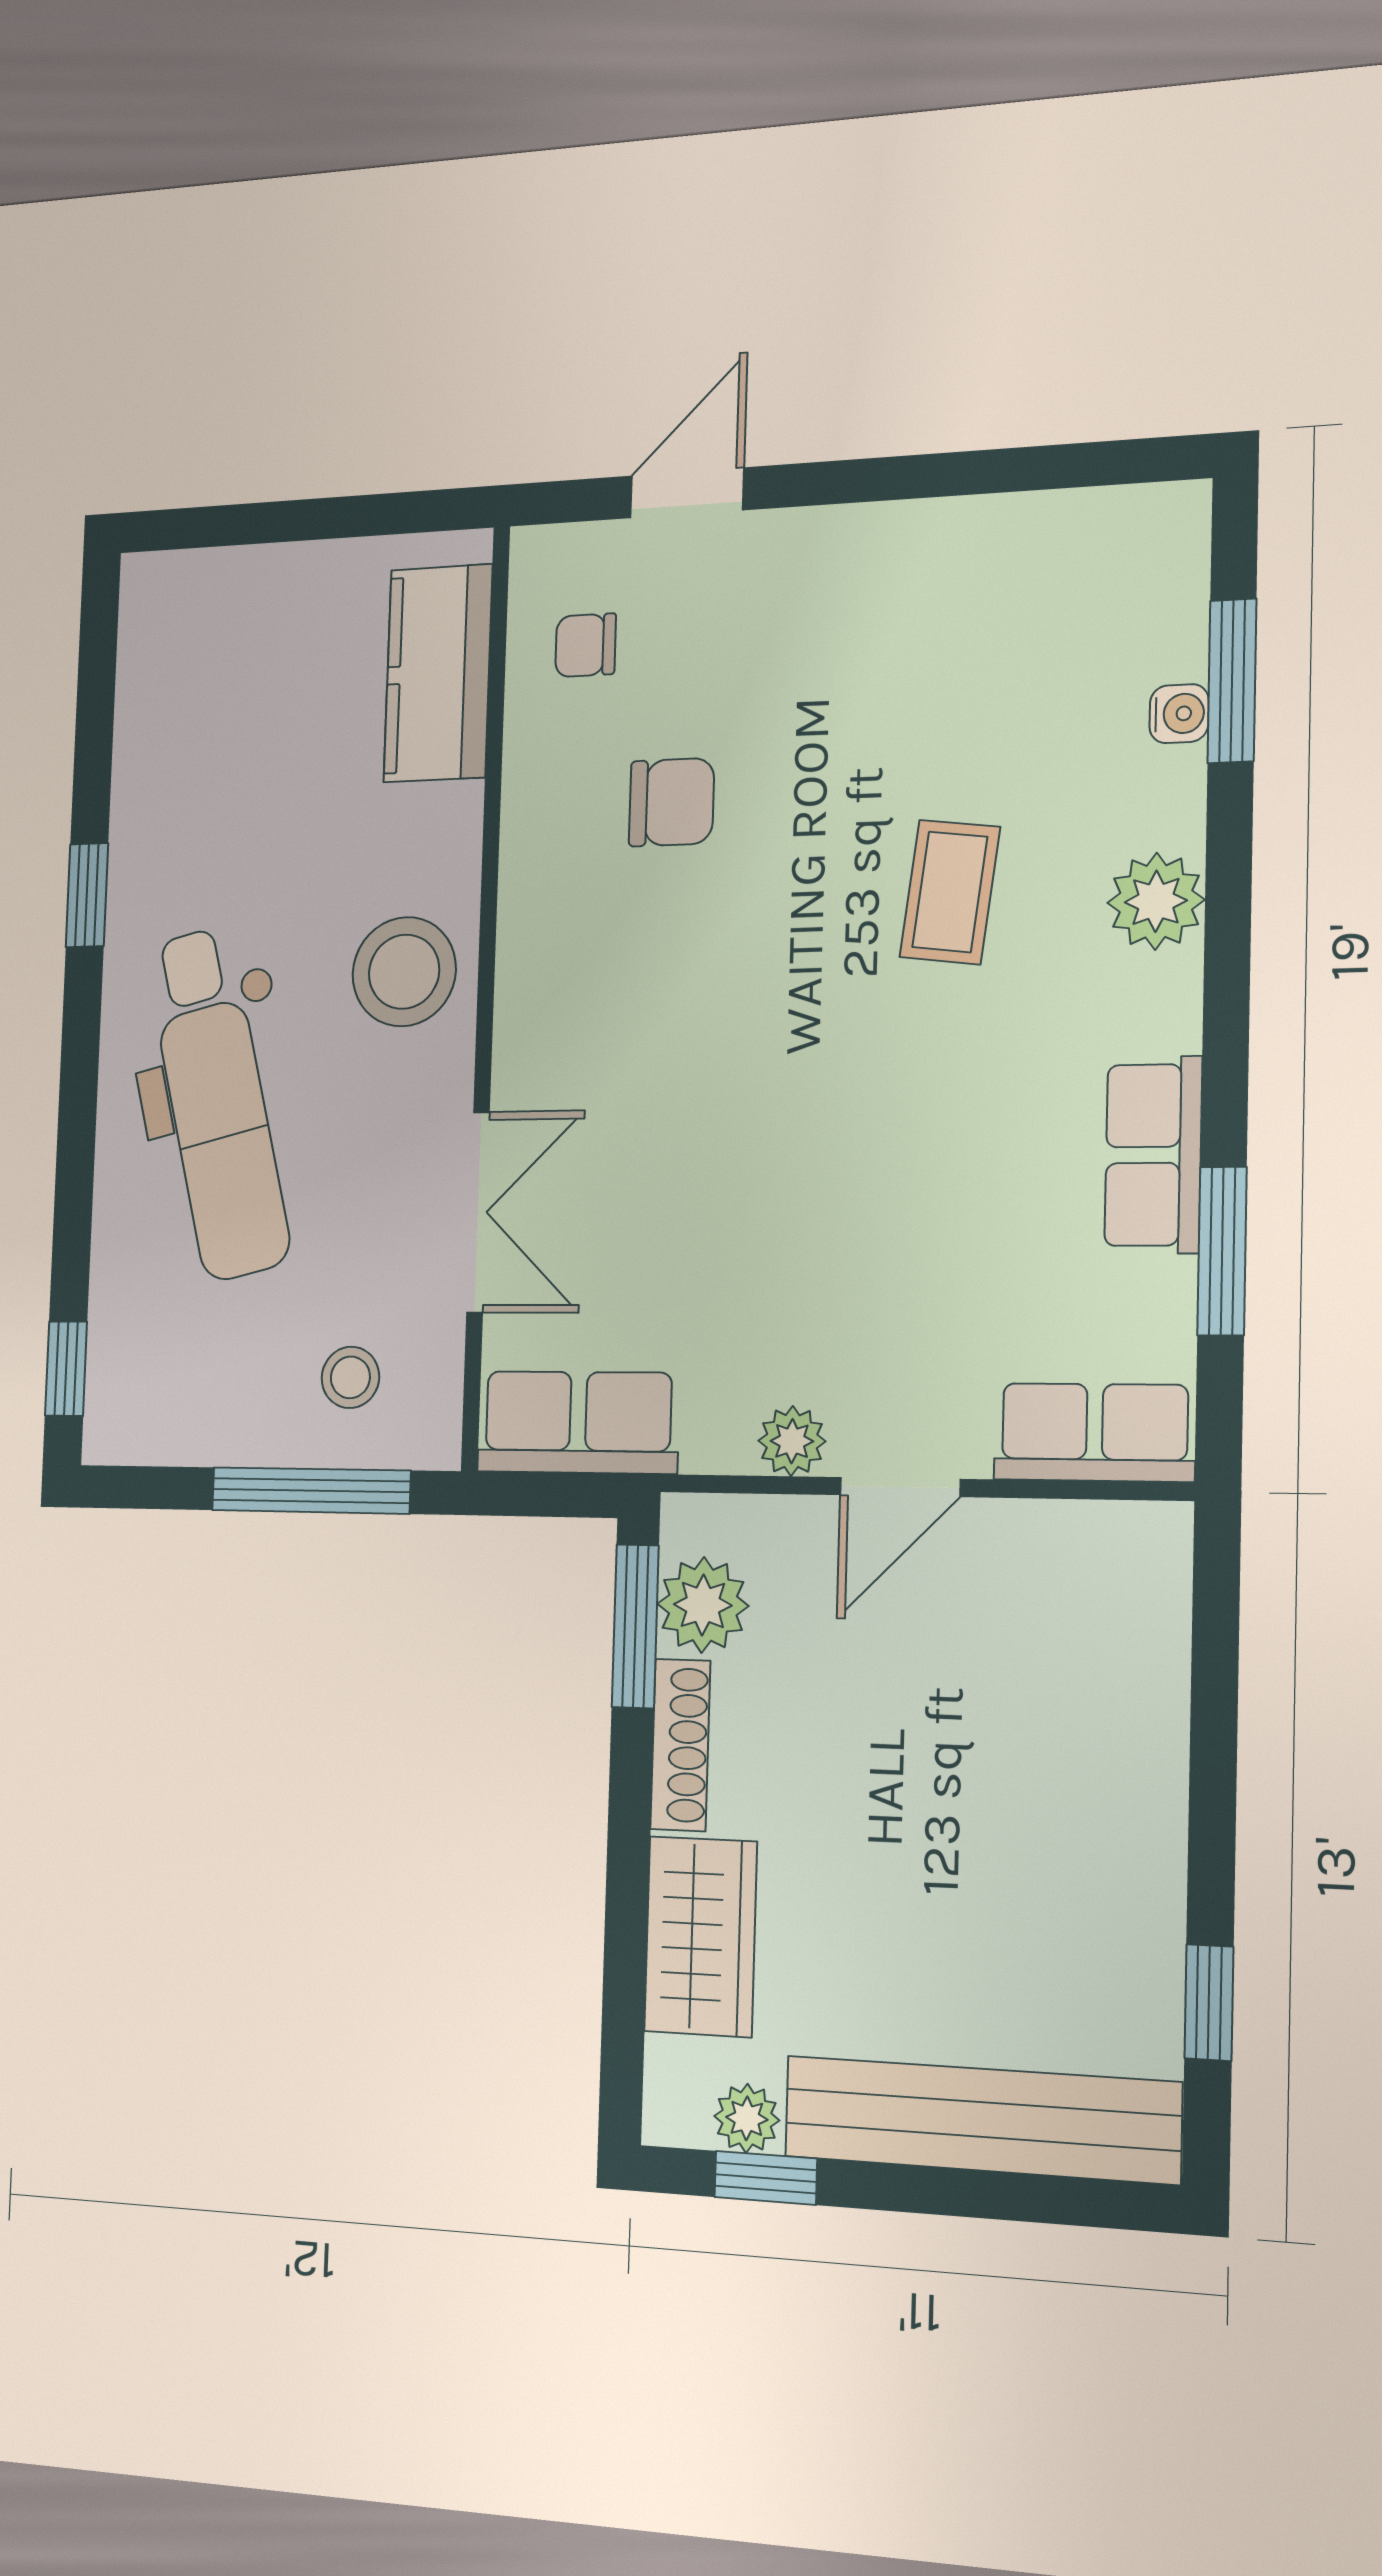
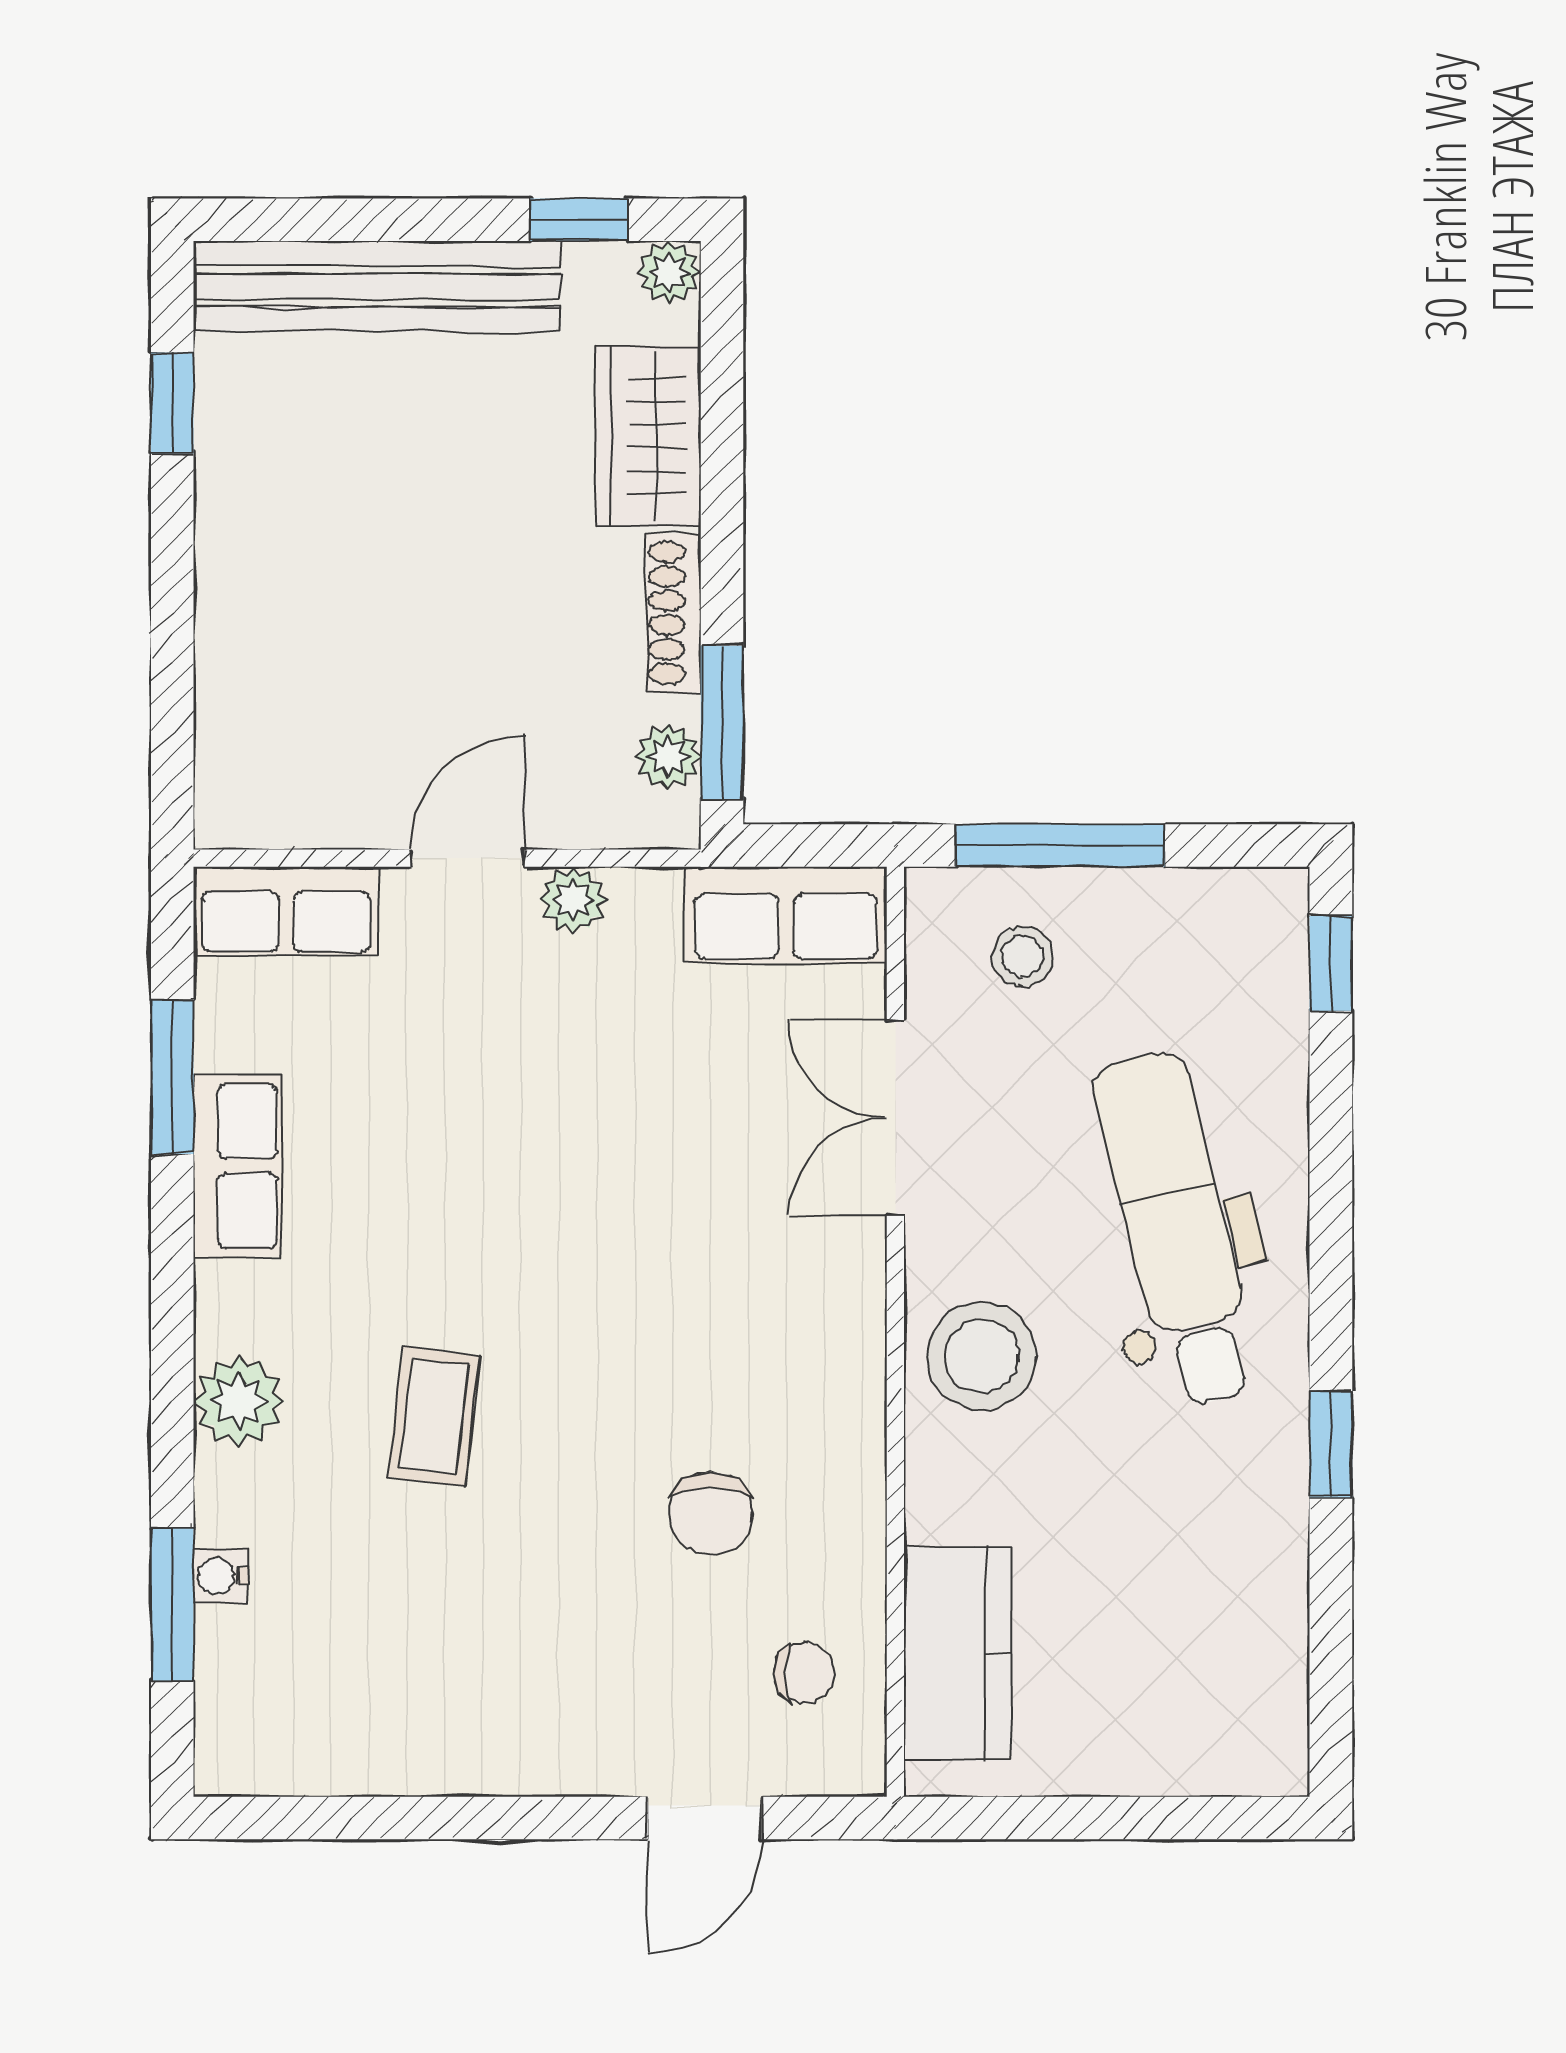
chair: (672, 802) -> (711, 1514), turned -90
plant: (703, 1605) -> (668, 757), width x0.73, depth x0.73
plant: (747, 2118) -> (669, 272), moved

